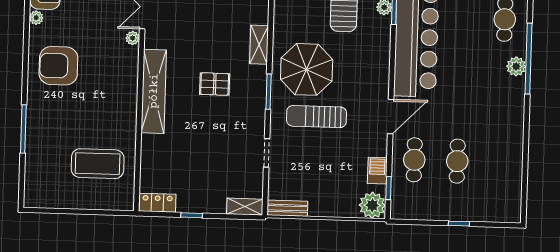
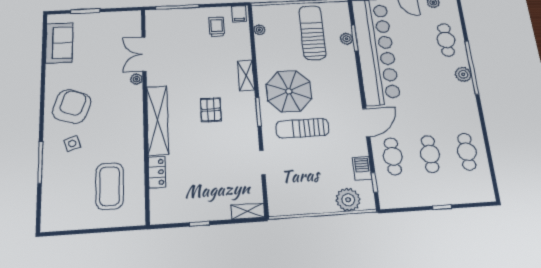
plant: (36, 18) -> (51, 70), removed
armchair: (58, 66) -> (72, 107), turned 109
pallet: (215, 84) -> (211, 110), turned 90
side table: (58, 110) -> (72, 144), added
cafe table: (500, 162) -> (467, 152), added
coffee table: (98, 164) -> (110, 186), turned 90
locker: (158, 203) -> (157, 172), moved, turned 90
plant: (372, 205) -> (348, 200), moved
bench: (287, 208) -> (287, 209), removed

